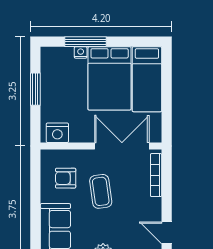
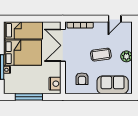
window: (35, 89) -> (29, 97), width x1.44
coffee table: (101, 191) -> (101, 55), moved

